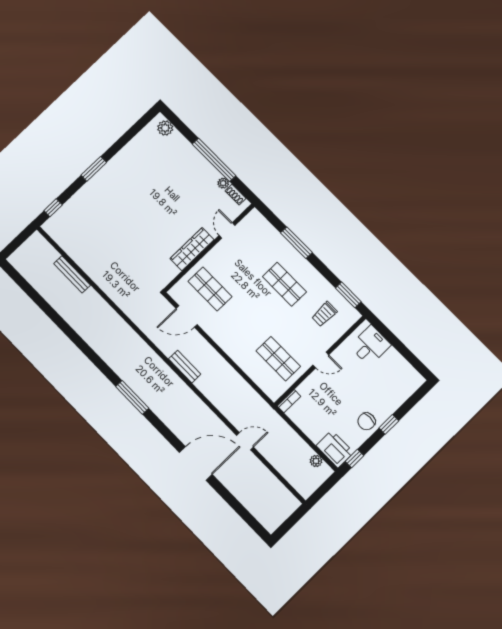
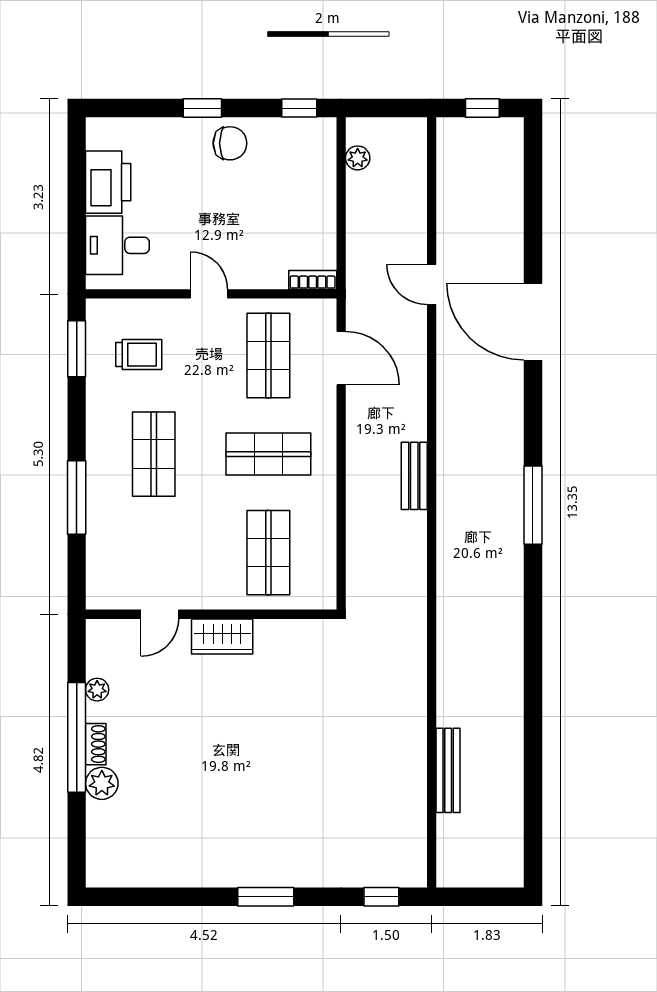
plant: (165, 128) -> (102, 783), moved
shoe rack: (235, 195) -> (96, 744), moved
wardrobe: (192, 249) -> (222, 636), width x0.67
door: (187, 316) -> (341, 358), moved
shop shelf: (244, 324) -> (268, 454), added
printer: (335, 449) -> (108, 182), moved, turned 180
window: (289, 523) -> (482, 108), added

